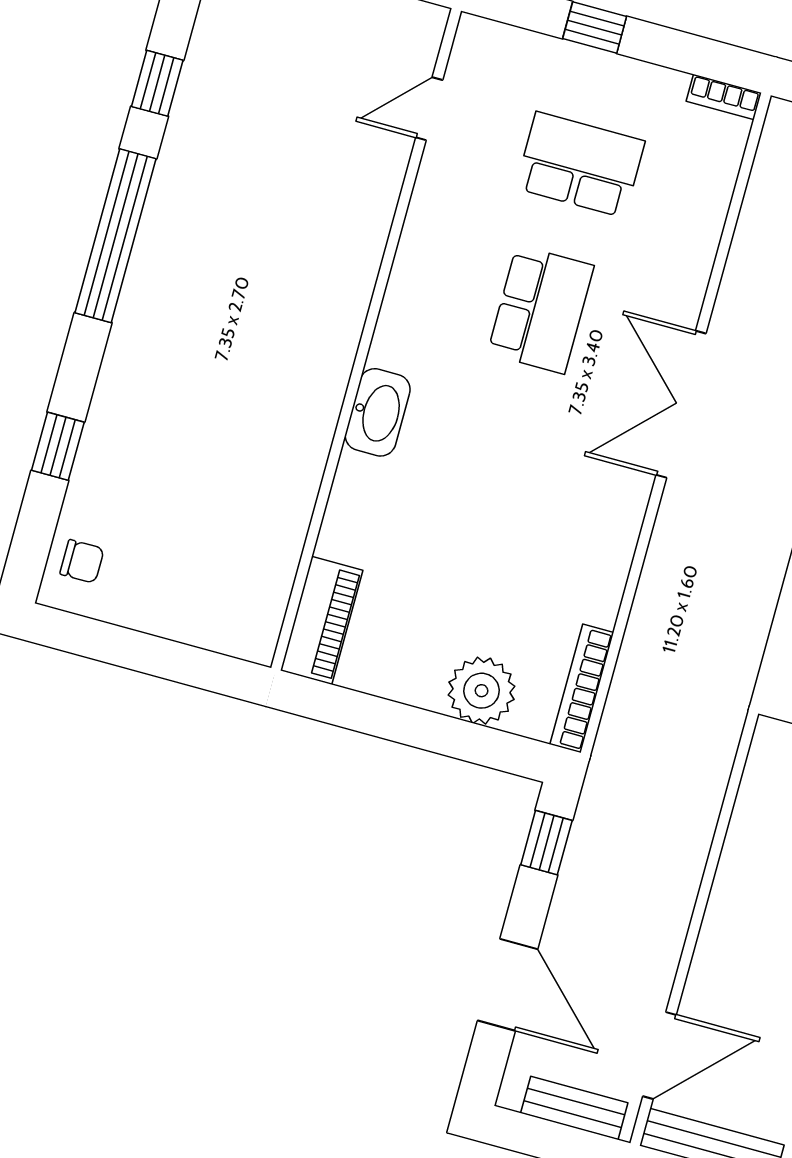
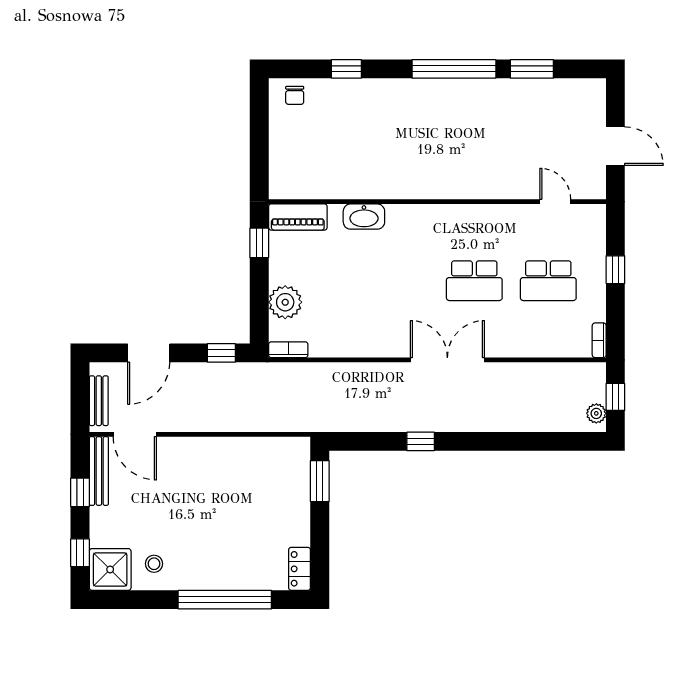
window: (157, 83) -> (532, 69), width x1.50
school desk: (580, 165) -> (548, 281), turned 90
washbasin: (378, 412) -> (364, 217), moved
bookcase: (582, 688) -> (288, 350), width x0.64
window: (352, 710) -> (259, 243), added

